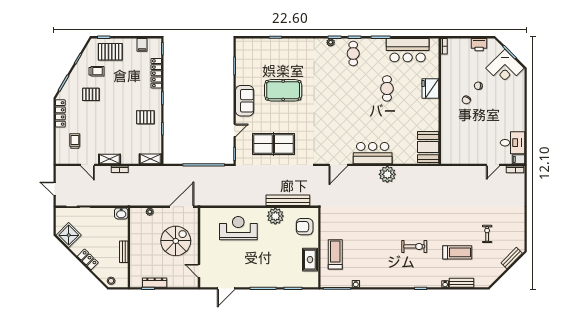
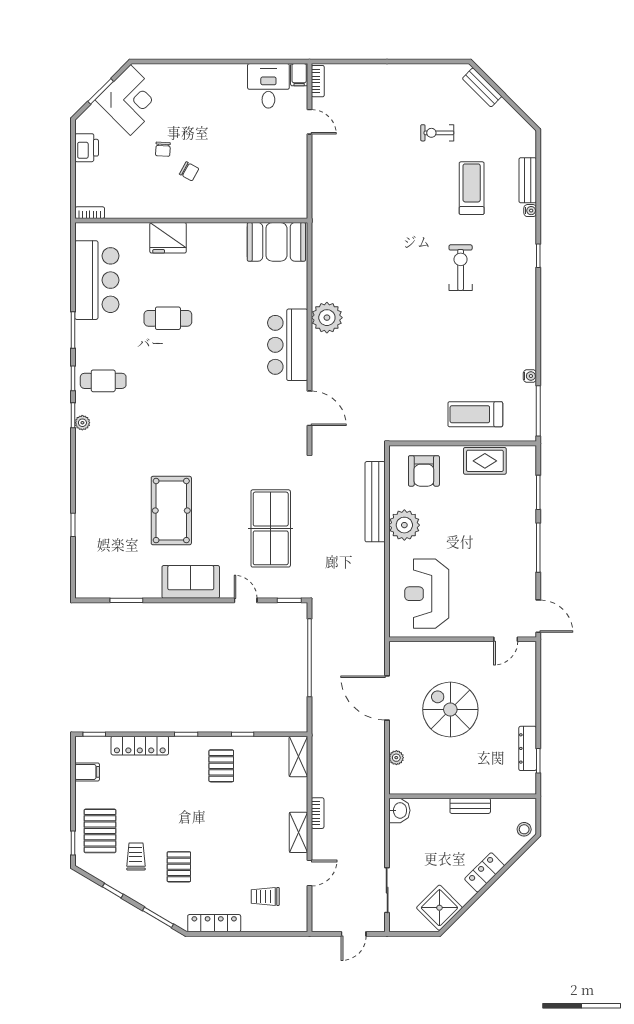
wall: (199, 248) -> (463, 639), moved
door: (199, 271) -> (506, 639), moved

